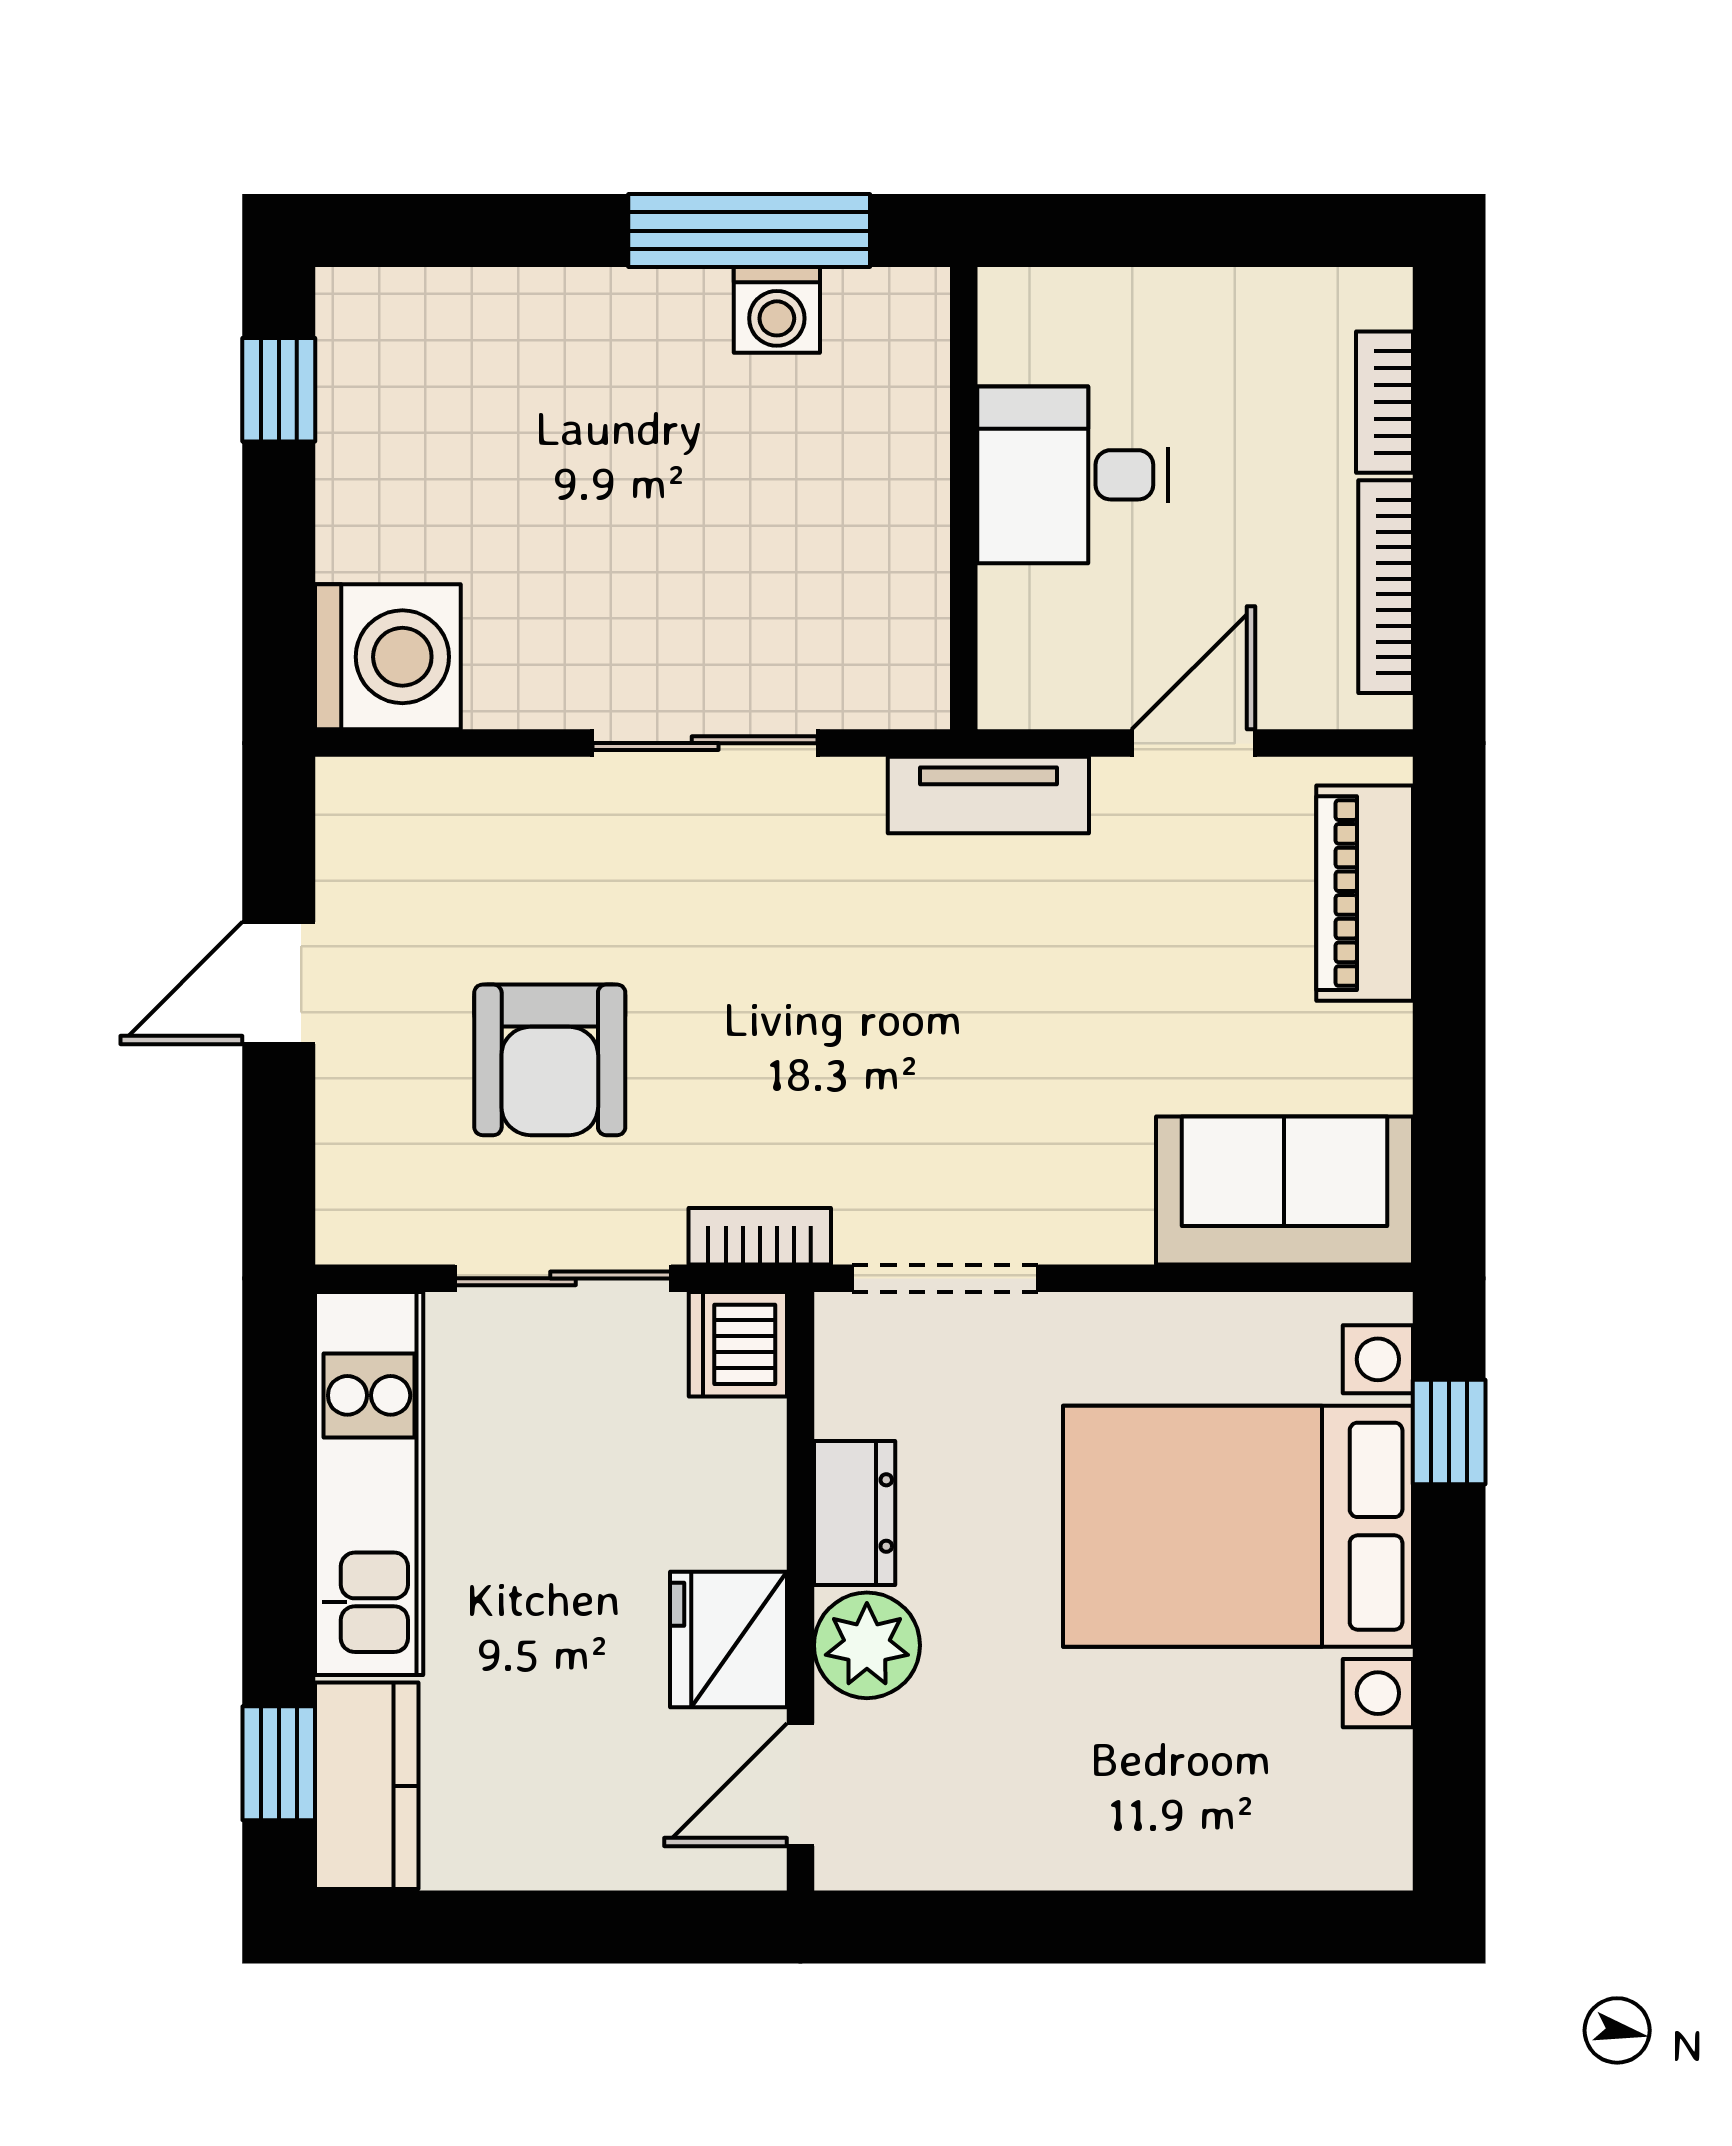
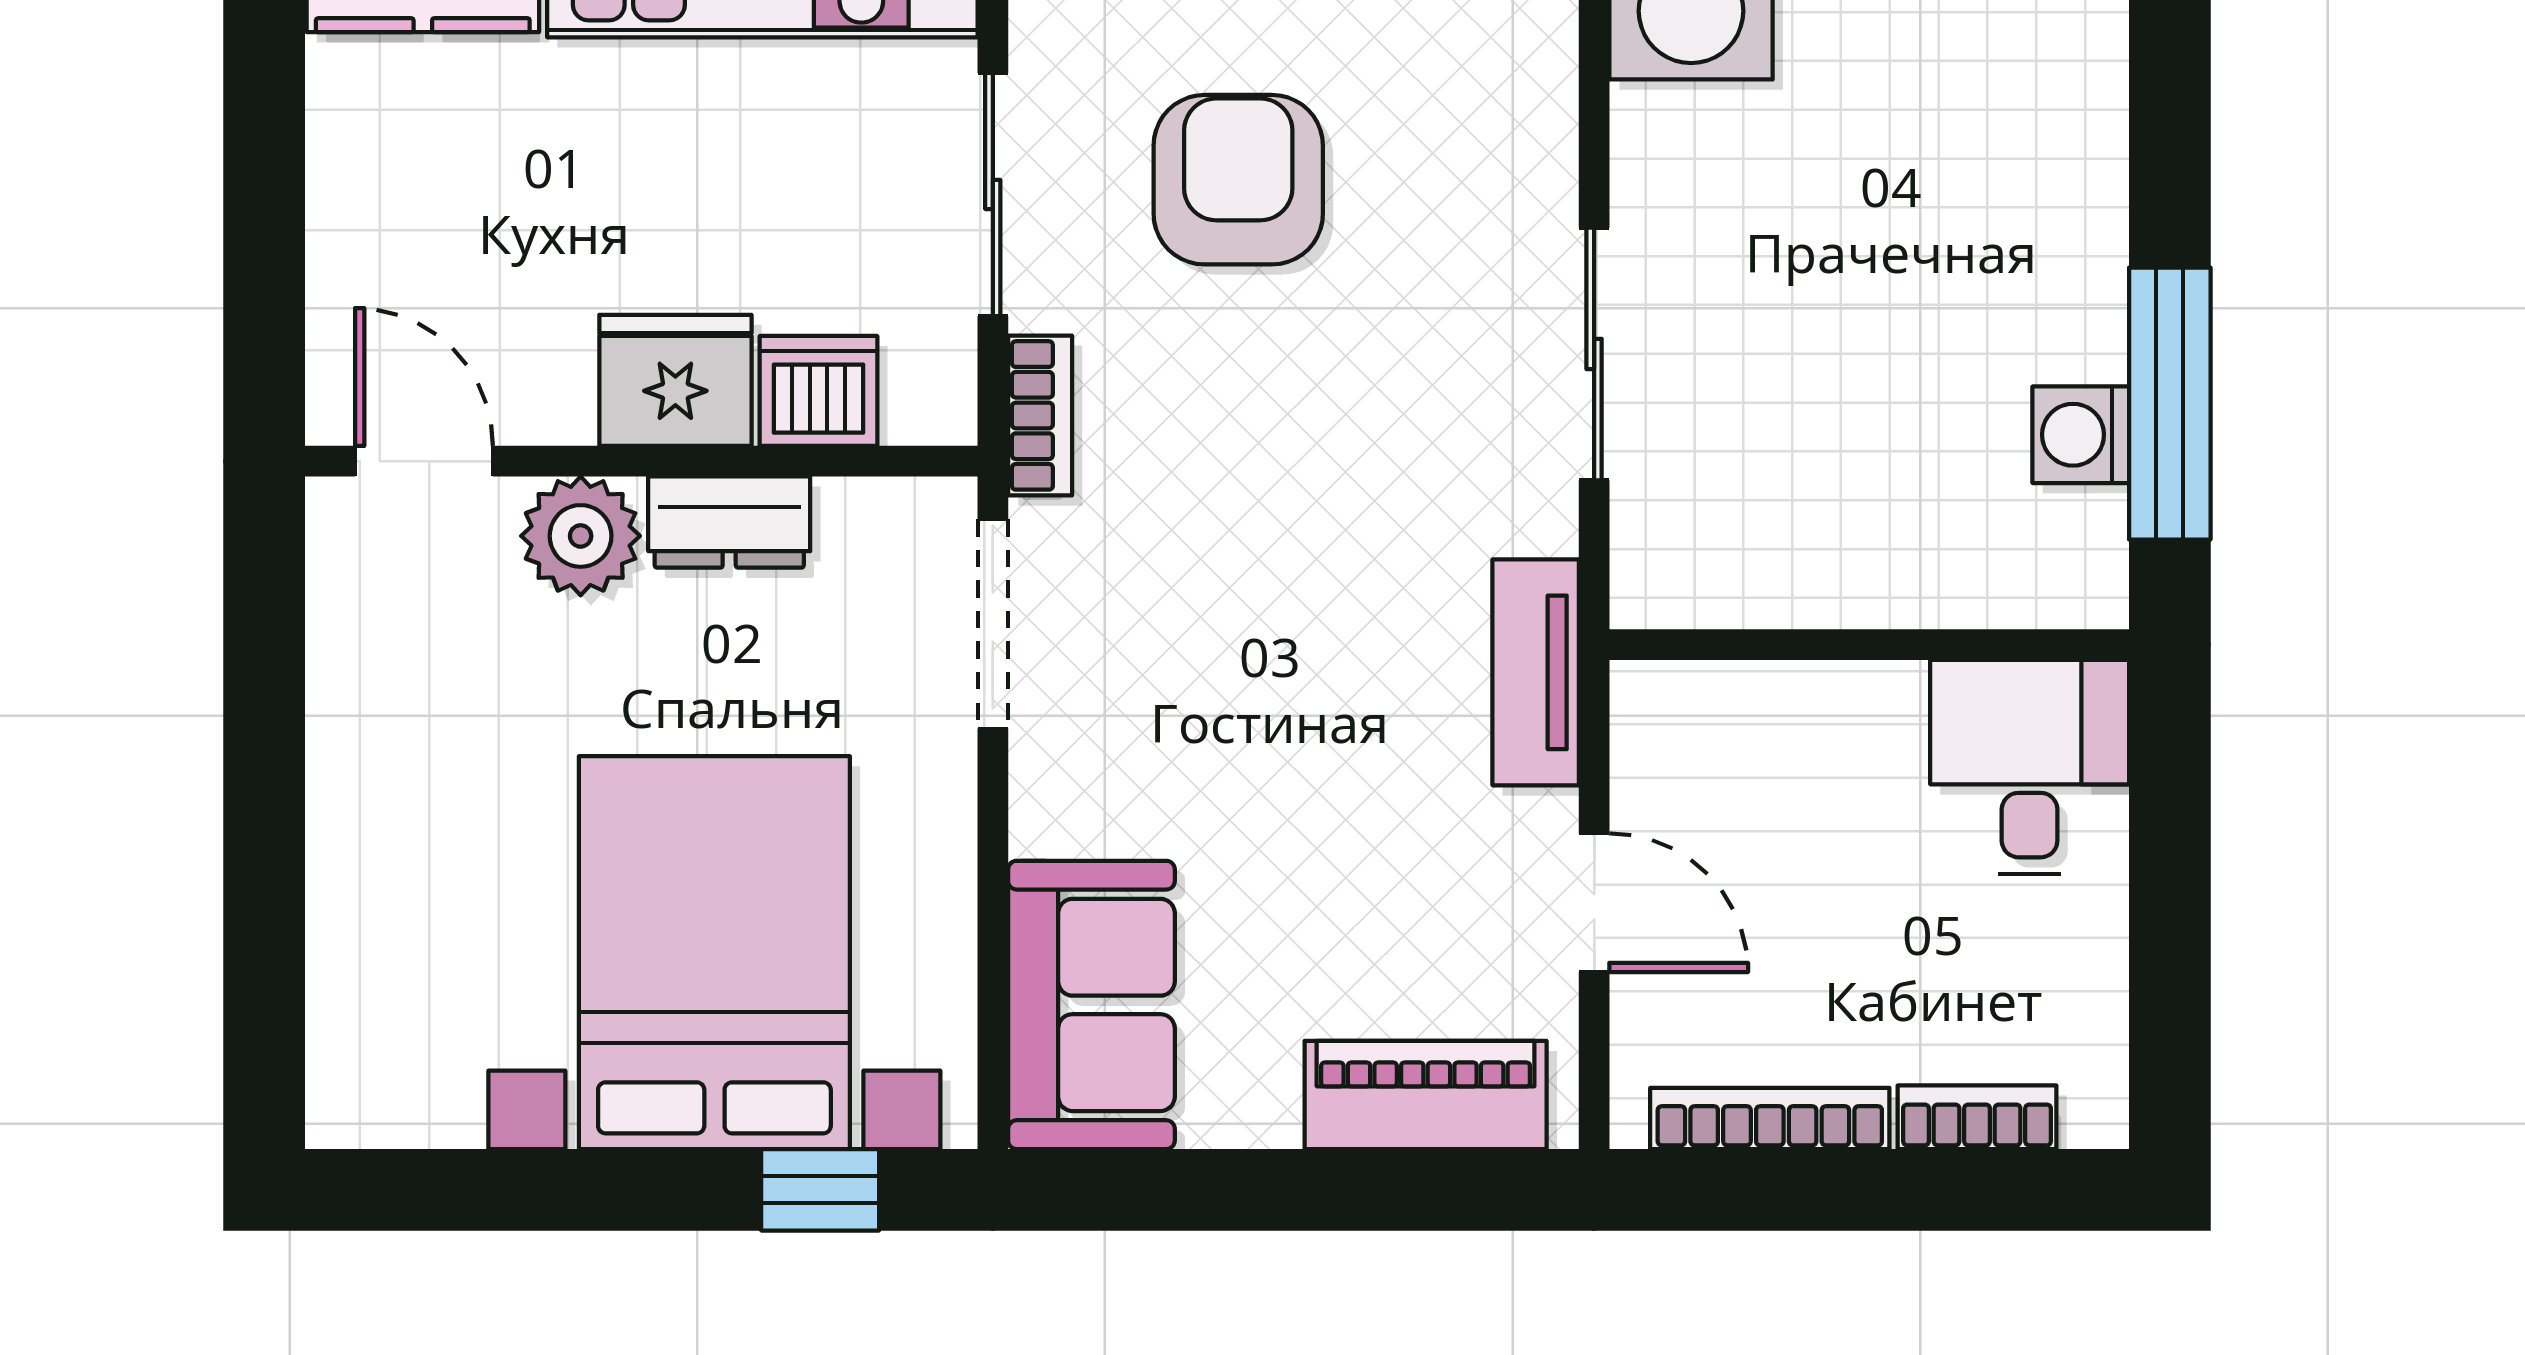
desk: (1073, 475) -> (2030, 767), moved
armchair: (550, 1060) -> (1238, 180), turned 90
dishwasher: (738, 1344) -> (818, 391), moved
fridge: (728, 1640) -> (675, 380), moved

